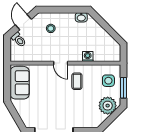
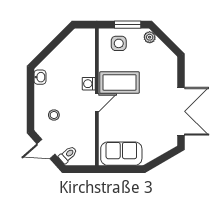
washing machine: (88, 57) -> (89, 84), moved
coffee table: (77, 81) -> (119, 82), width x1.86, depth x1.72
plant: (108, 106) -> (150, 37), width x0.53, depth x0.53

